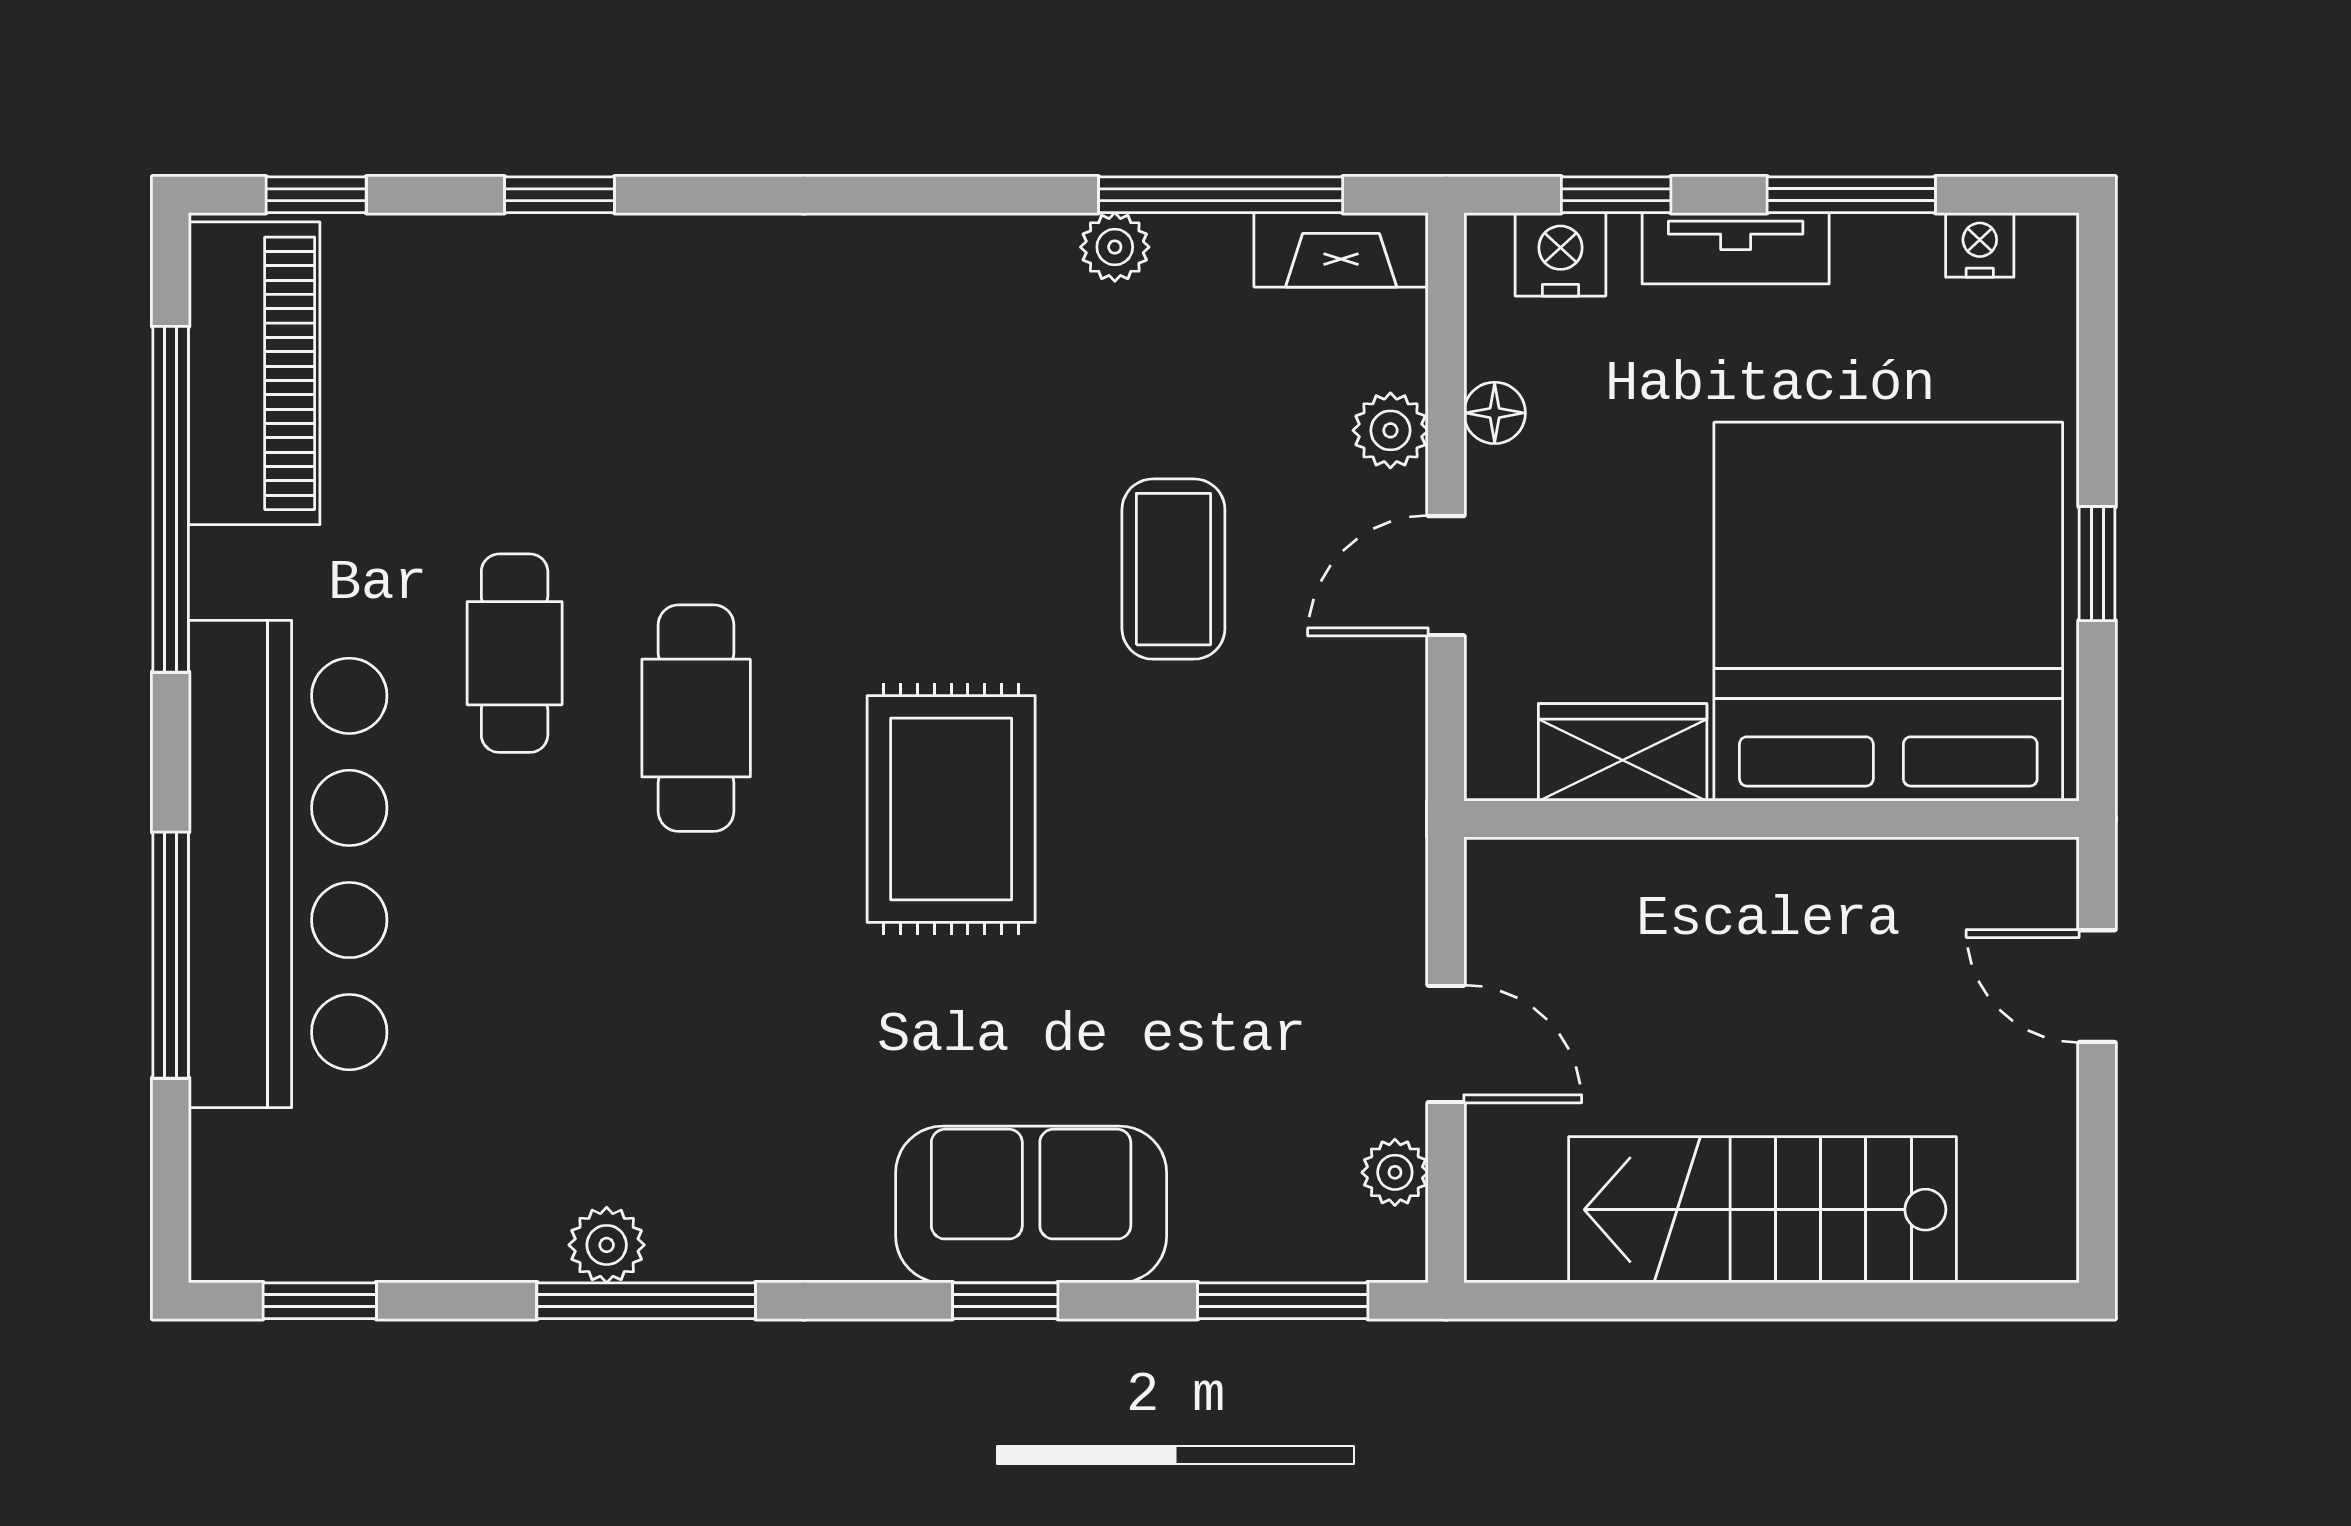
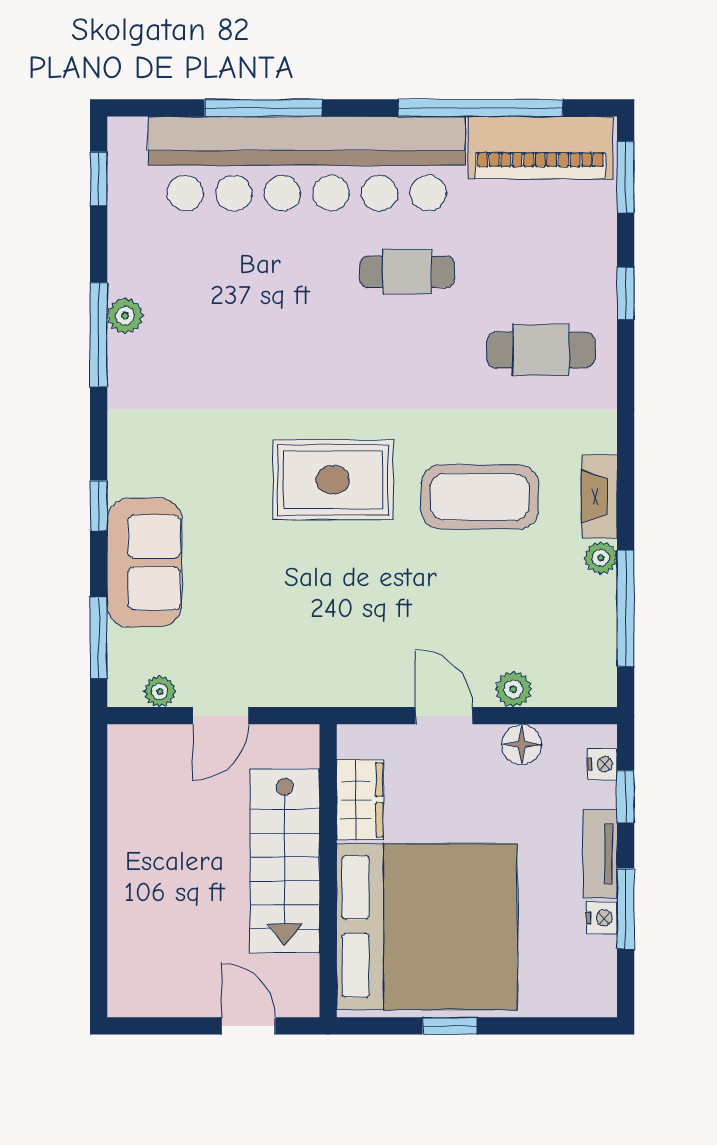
window: (316, 195) -> (626, 177), width x1.50
nightstand: (1980, 245) -> (602, 918), moved
fireplace: (1341, 250) -> (599, 497), moved
nightstand: (1560, 254) -> (602, 764), width x0.72, depth x0.74
floor lamp: (1495, 413) -> (522, 744), width x1.37, depth x1.37
coffee table: (1173, 569) -> (480, 497), moved, width x1.36, depth x1.32
cafe table: (696, 718) -> (541, 350), moved
bar counter: (288, 864) -> (307, 164), width x1.36
door: (2097, 986) -> (248, 1026), hinge flipped
sofa: (1031, 1204) -> (144, 562), moved
stairs: (1763, 1210) -> (285, 861), moved, turned 180

